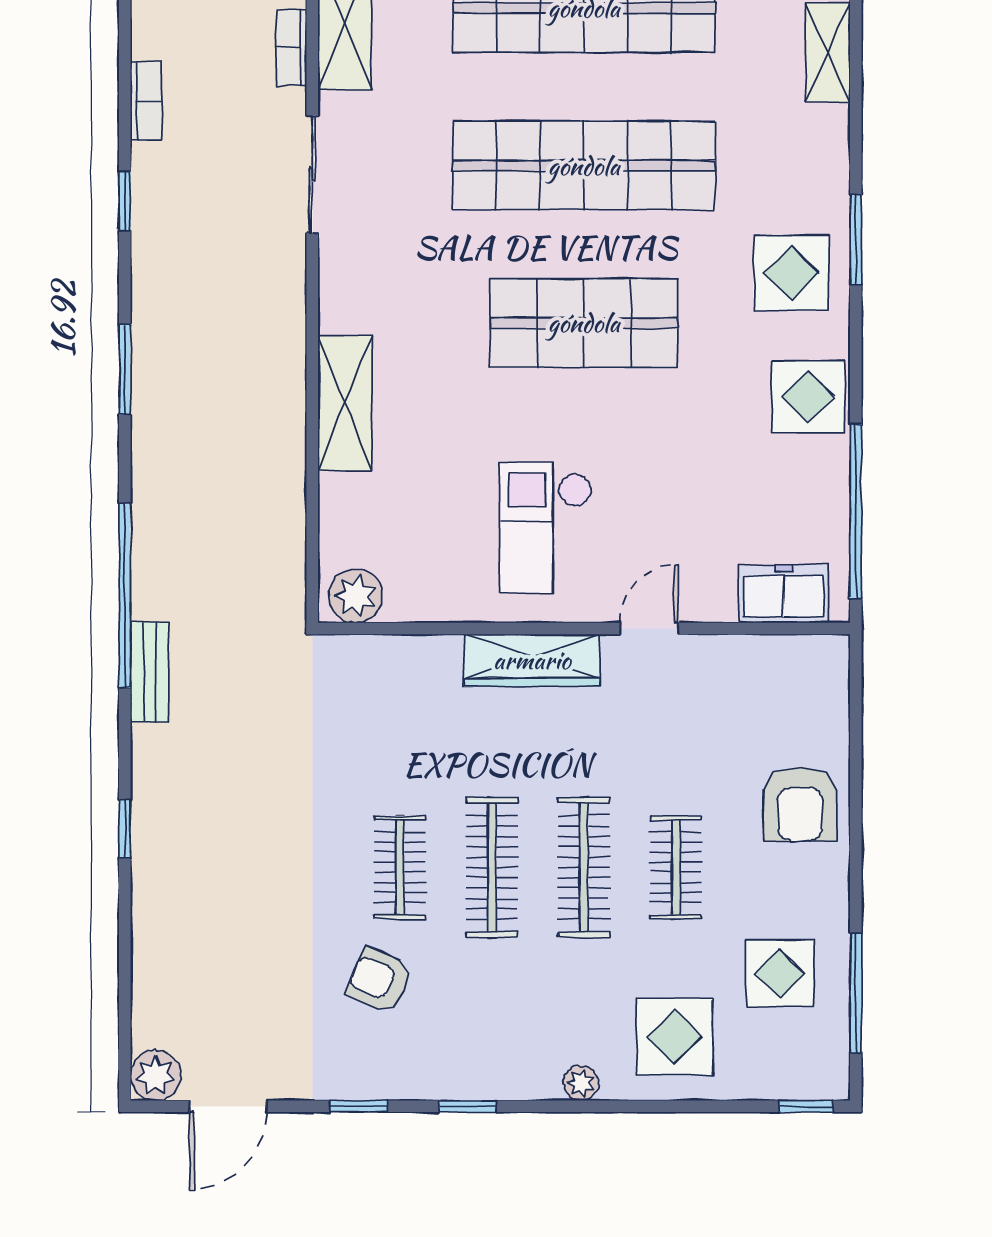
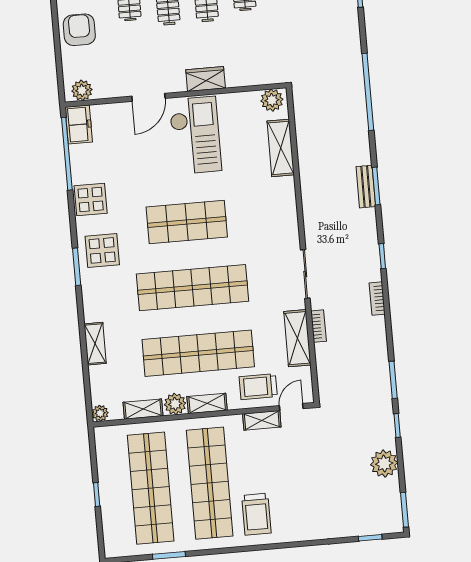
shelving: (345, 403) -> (281, 148), moved
checkout: (546, 528) -> (195, 135), width x1.36, depth x1.21
freezer: (784, 594) -> (79, 124), moved, turned -90
door: (649, 628) -> (148, 97), width x1.38
plant: (806, 659) -> (82, 90), added
wardrobe: (532, 660) -> (206, 79), width x0.67
bench: (150, 672) -> (366, 187), moved

